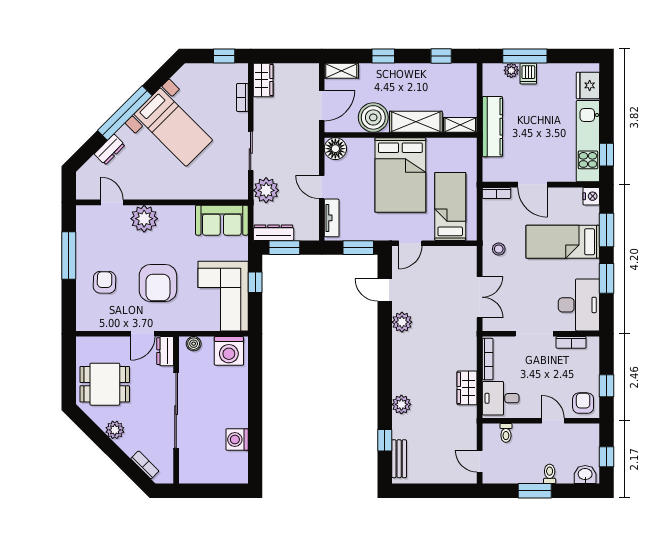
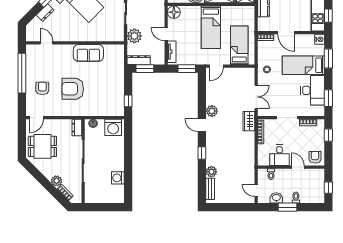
bed: (400, 175) -> (211, 27), width x0.67
plant: (144, 219) -> (65, 52), removed
sofa: (222, 220) -> (88, 53), moved
window: (69, 256) -> (22, 73), width x1.46
window: (607, 278) -> (328, 98), moved
window: (255, 282) -> (128, 101), moved
armchair: (158, 283) -> (73, 89), turned 90
door: (385, 290) -> (202, 125), moved
corner sofa: (223, 296) -> (110, 96), removed
desk: (579, 305) -> (313, 90), moved
door: (143, 334) -> (36, 118), moved
window: (607, 386) -> (328, 135), moved
wardrobe: (467, 388) -> (249, 121), moved
desk: (501, 398) -> (280, 155), moved, turned -90
plant: (401, 404) -> (211, 172), moved
plant: (115, 430) -> (57, 181), moved
window: (385, 440) -> (202, 153), moved
washbasin: (585, 475) -> (276, 198), moved

